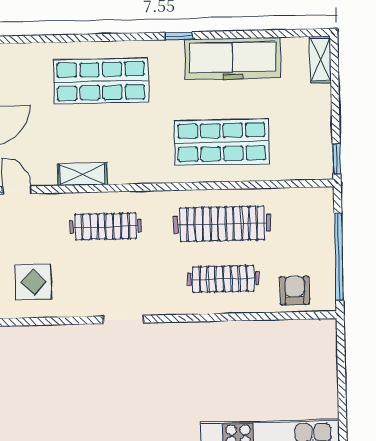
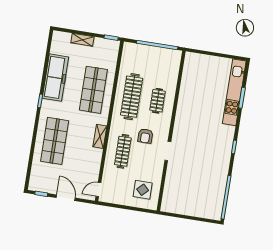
shelving: (320, 59) -> (82, 40), moved
shelving: (82, 174) -> (100, 136), moved
clothes rail: (223, 279) -> (157, 101), width x0.73
armchair: (295, 291) -> (145, 136), moved, turned -90

